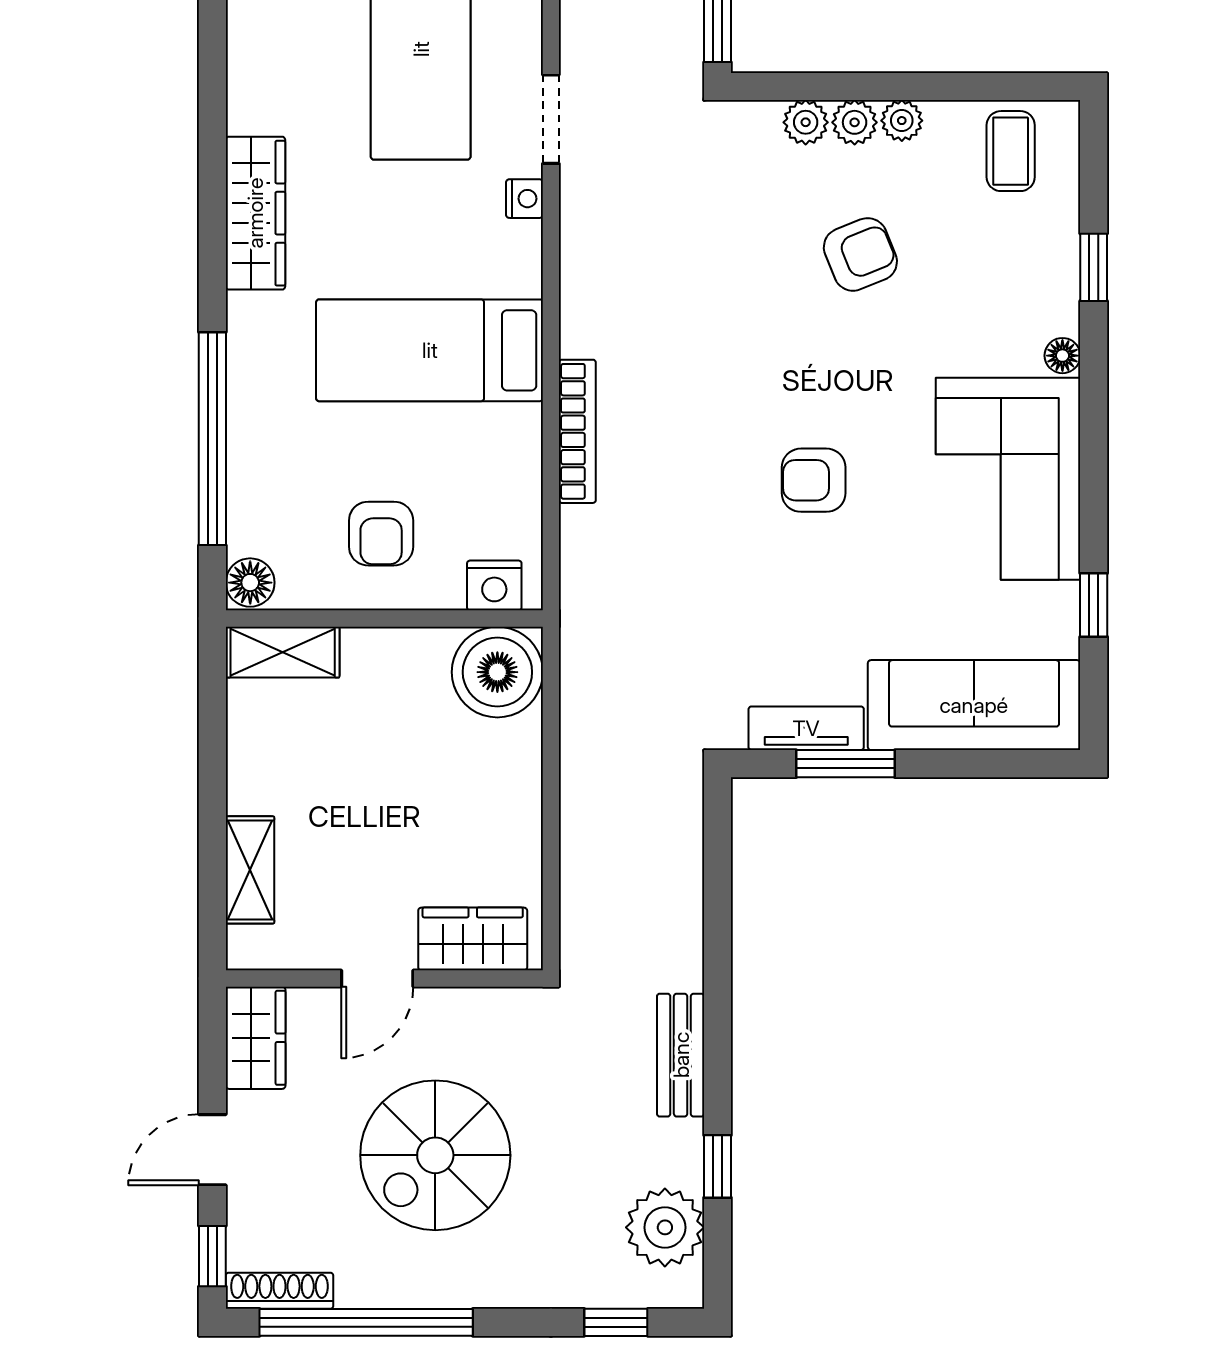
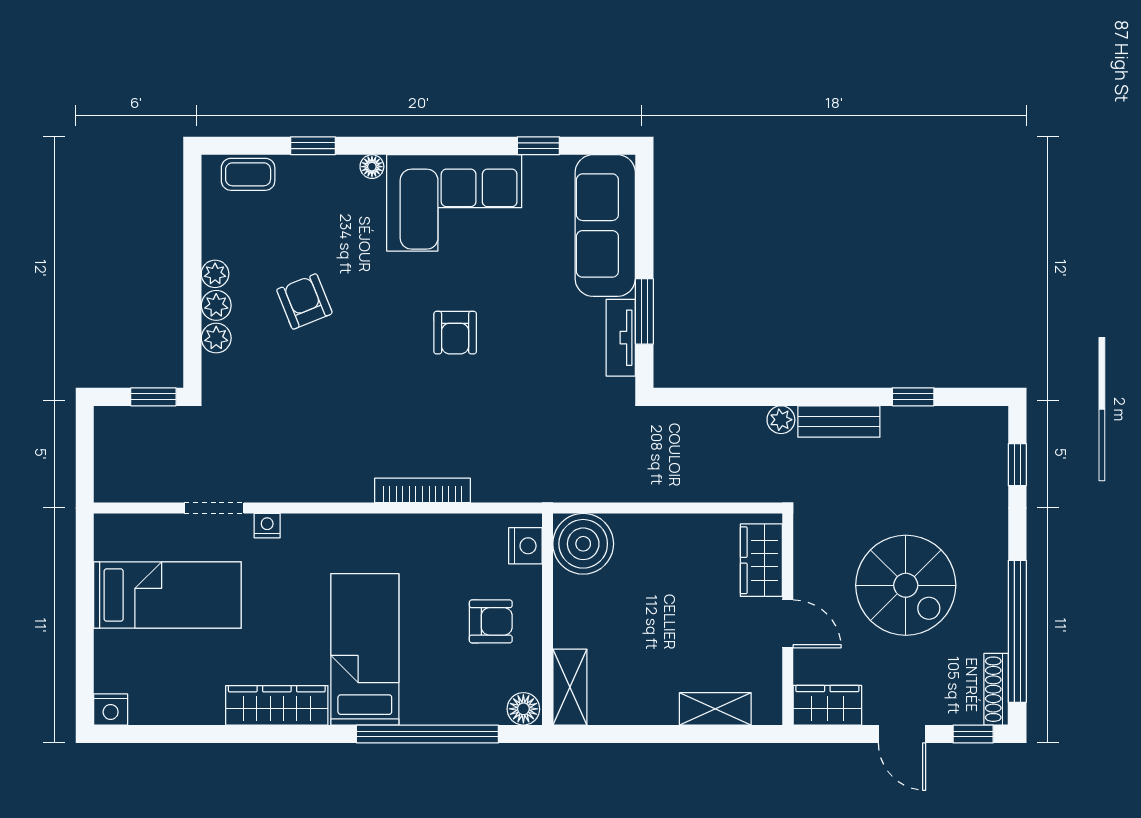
coffee table: (1011, 151) -> (248, 174), moved
bed: (430, 350) -> (365, 649), moved, turned 180
plant: (665, 1227) -> (781, 420), moved, width x0.53, depth x0.53

